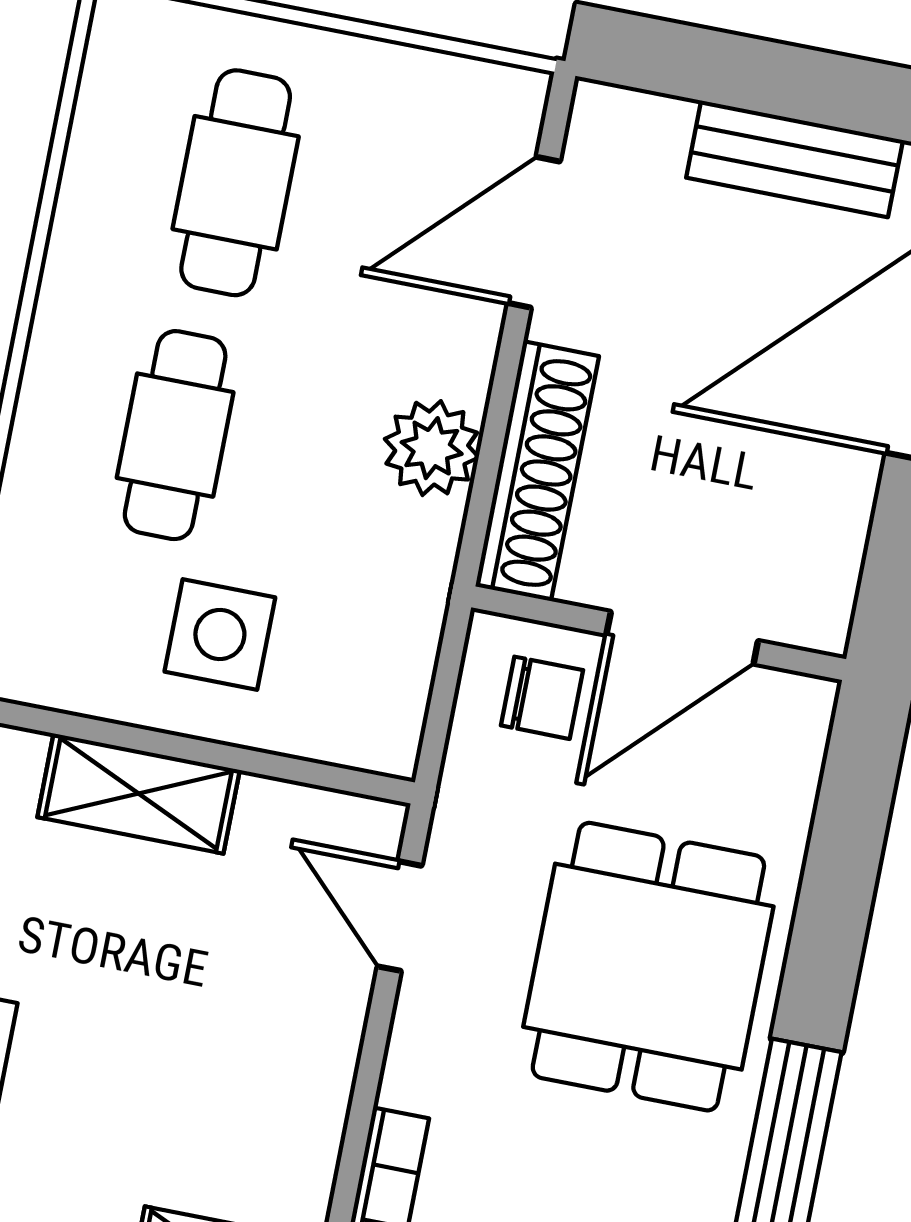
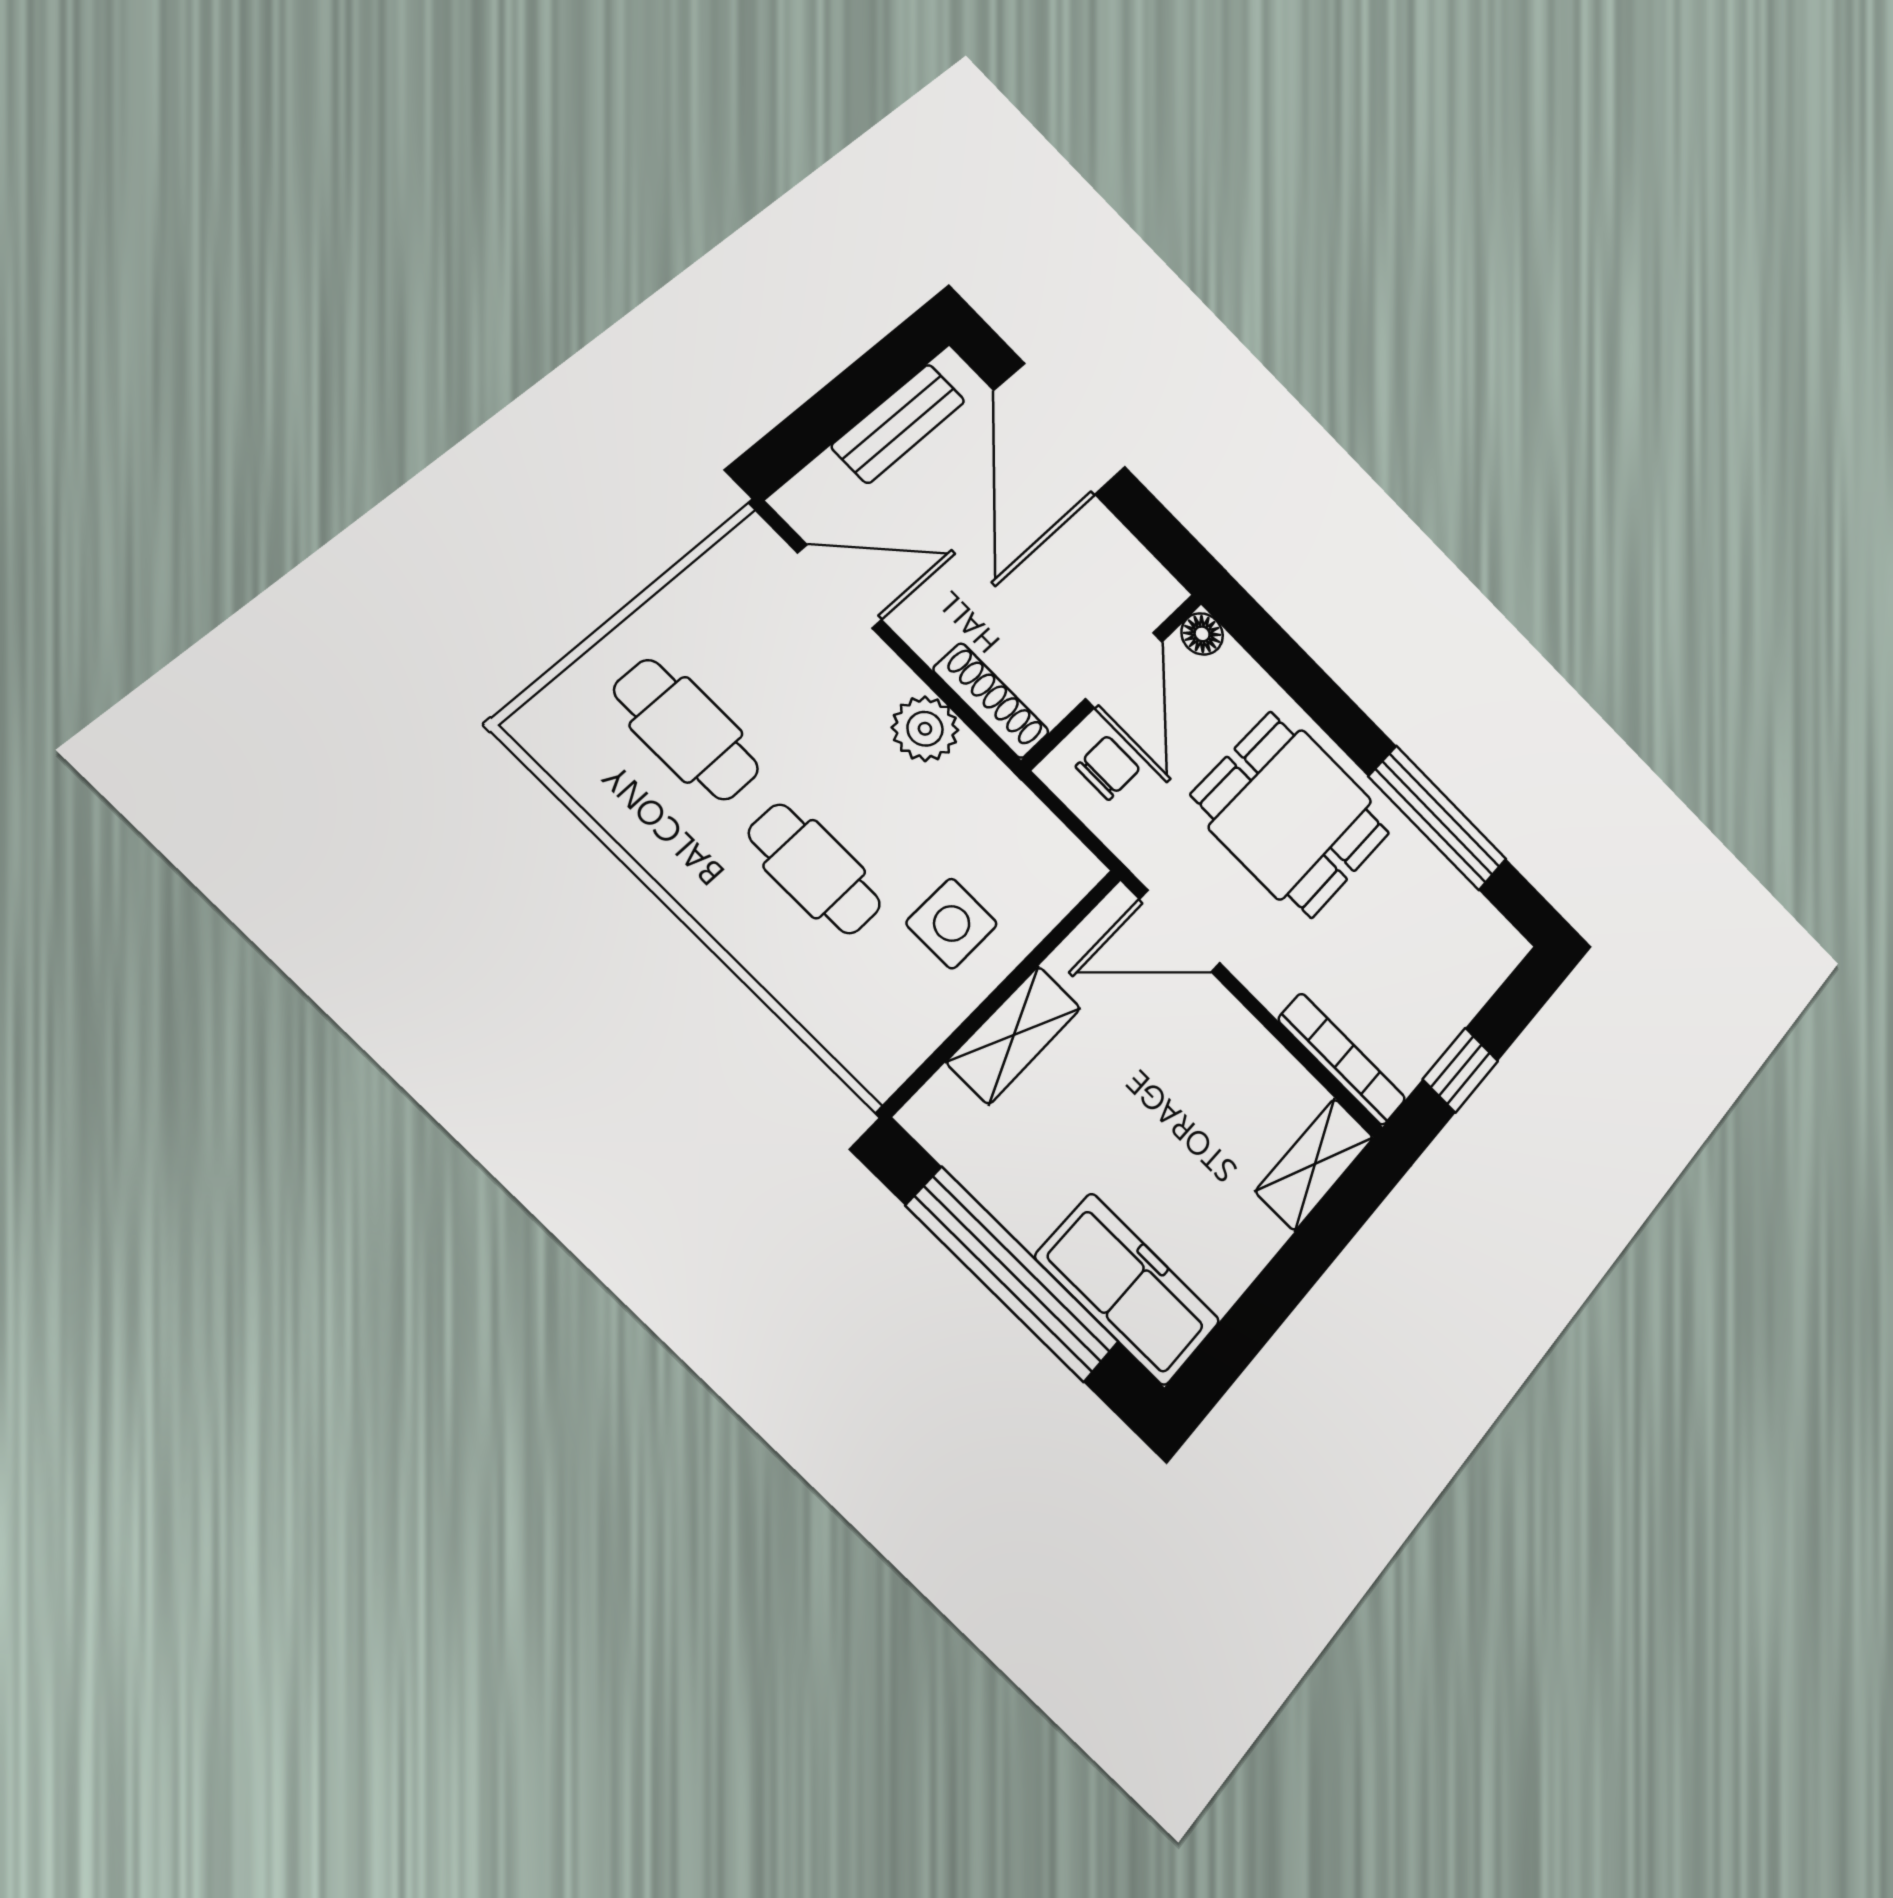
door: (534, 232) -> (840, 586), swing flipped
shoe rack: (537, 471) -> (991, 701), width x0.74, depth x0.81
floor lamp: (804, 706) -> (1202, 634), added
door: (400, 916) -> (1180, 931), width x1.38

